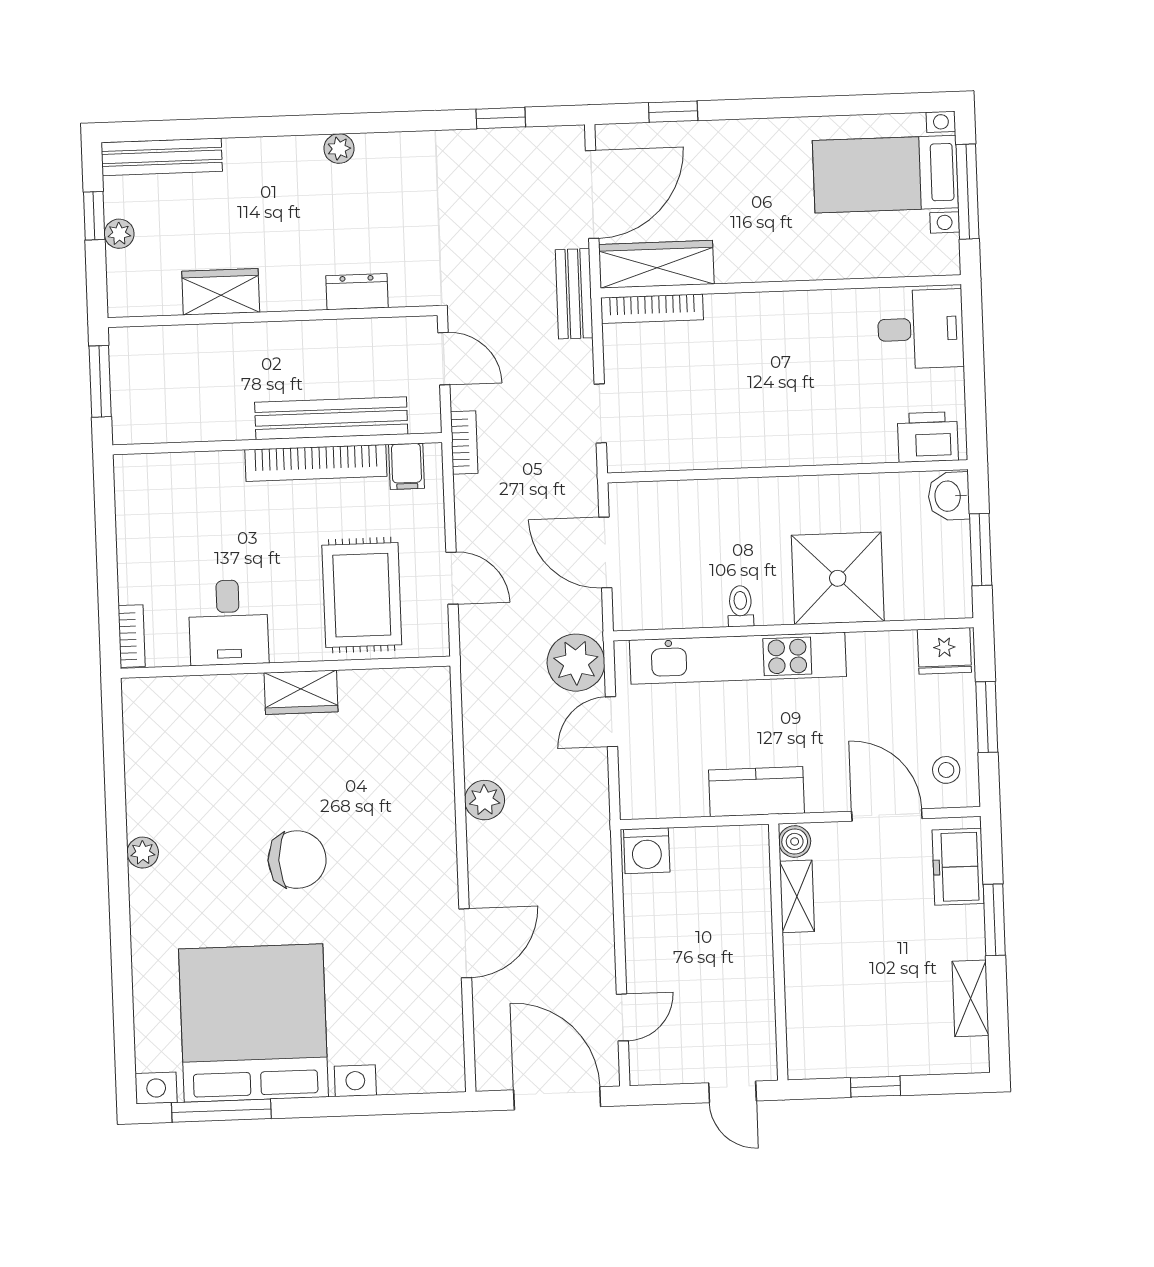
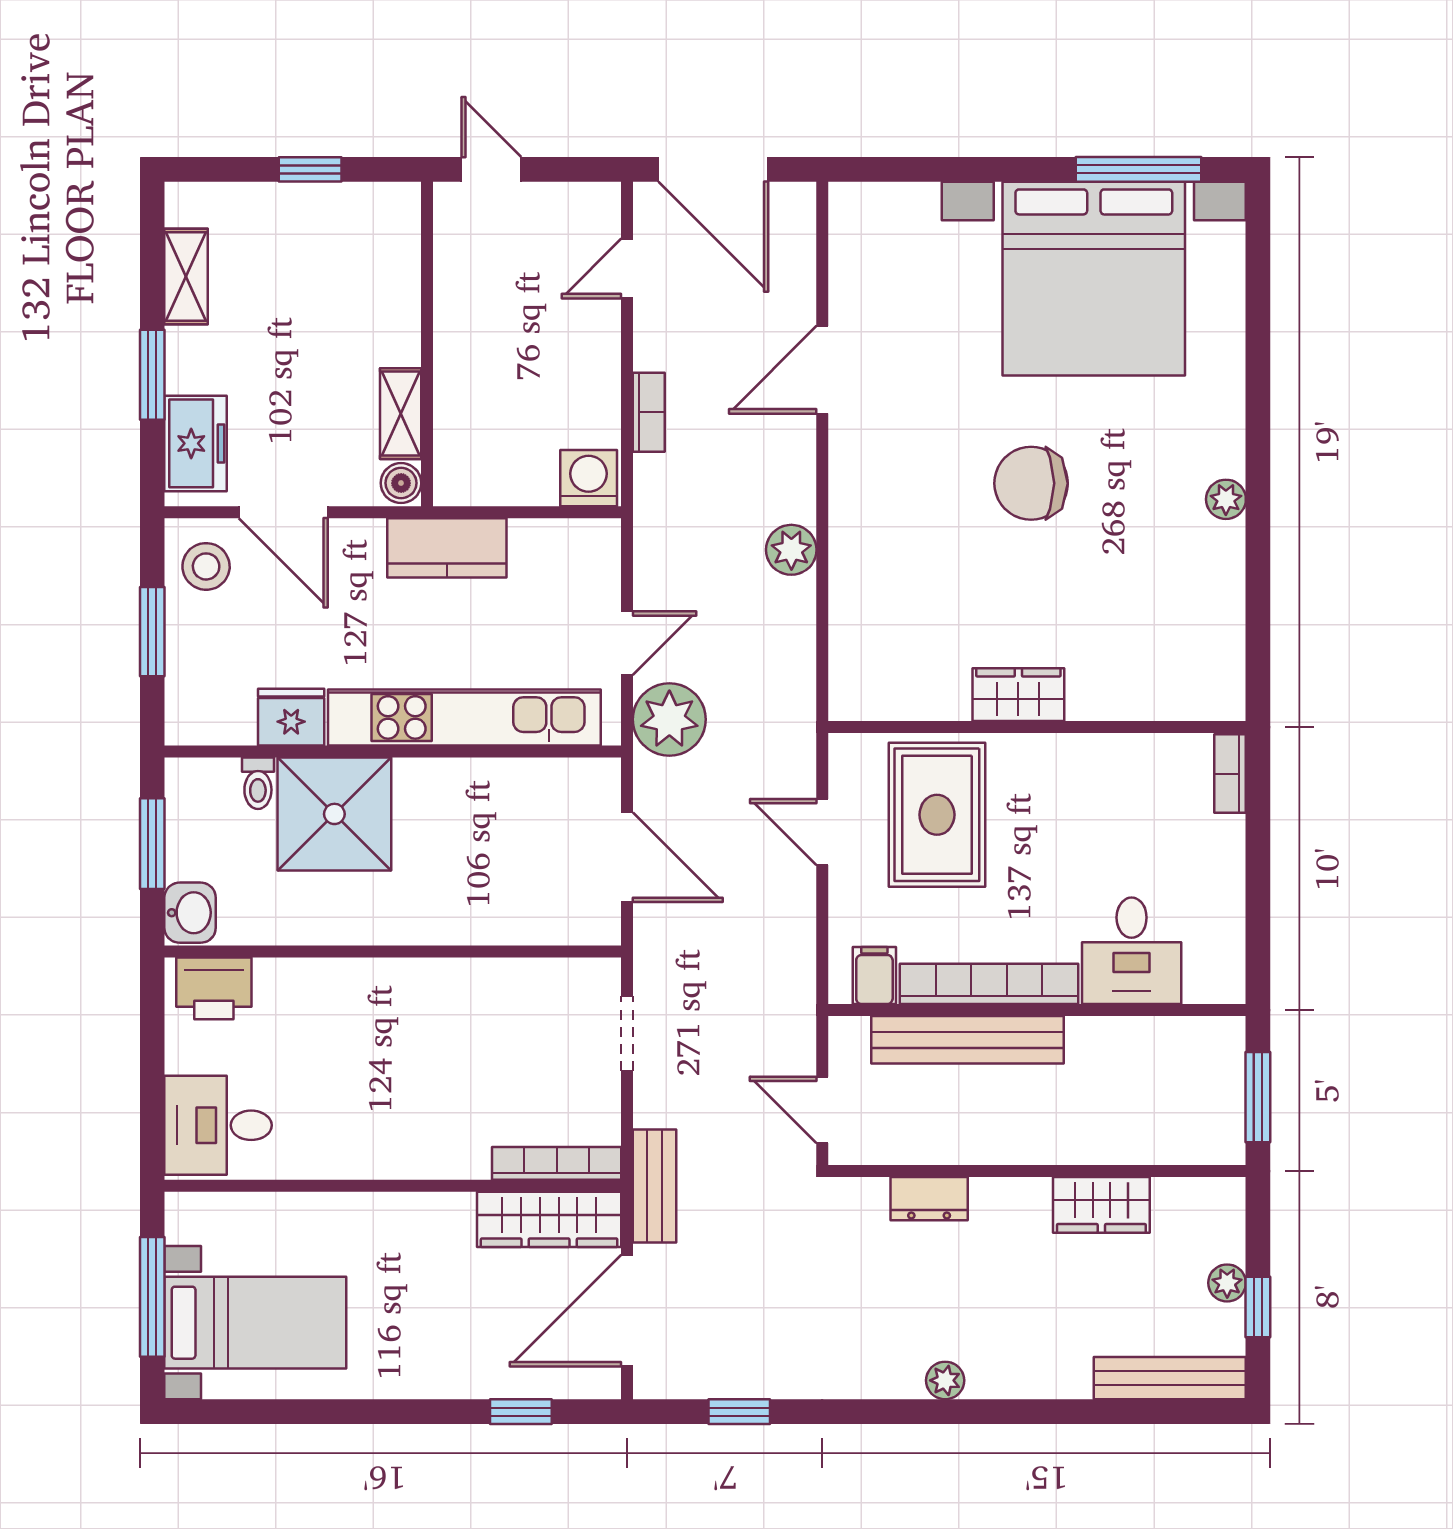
bookcase: (464, 443) -> (649, 412), moved, turned 180
toilet: (740, 606) -> (258, 783), moved
desk: (228, 622) -> (1132, 951), moved, turned 180
fridge: (944, 651) -> (291, 717), moved
stool: (946, 770) -> (206, 566), width x1.37, depth x1.37

